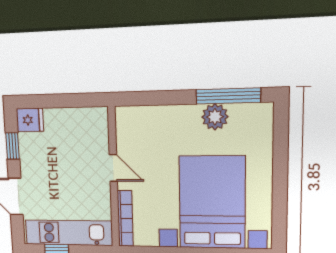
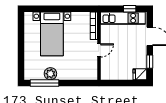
door: (113, 168) -> (99, 50), swing flipped
bed with nightstands: (212, 202) -> (52, 34), width x0.73

